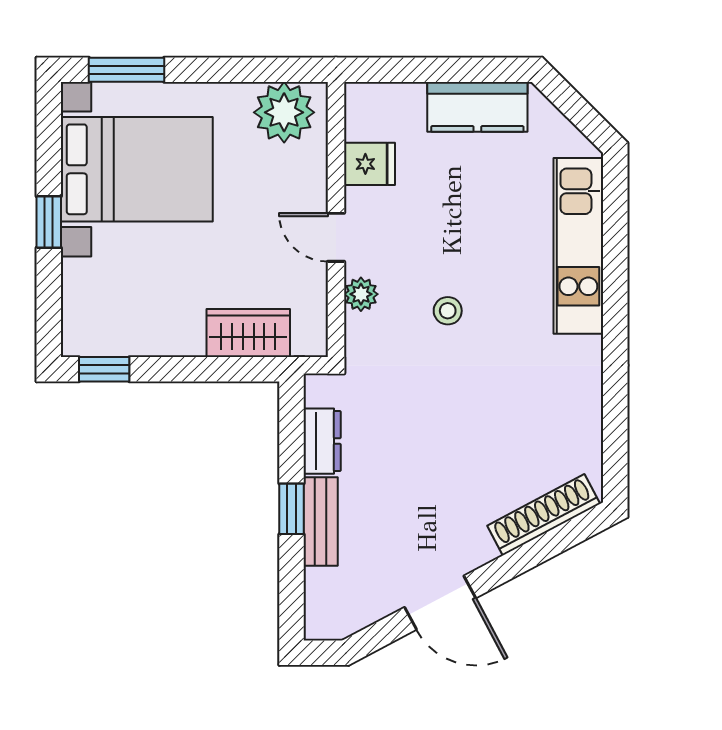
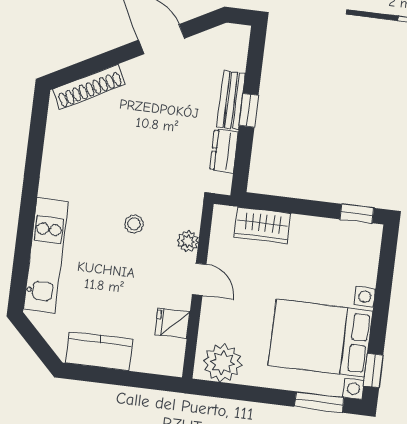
window: (49, 222) -> (373, 371), moved

